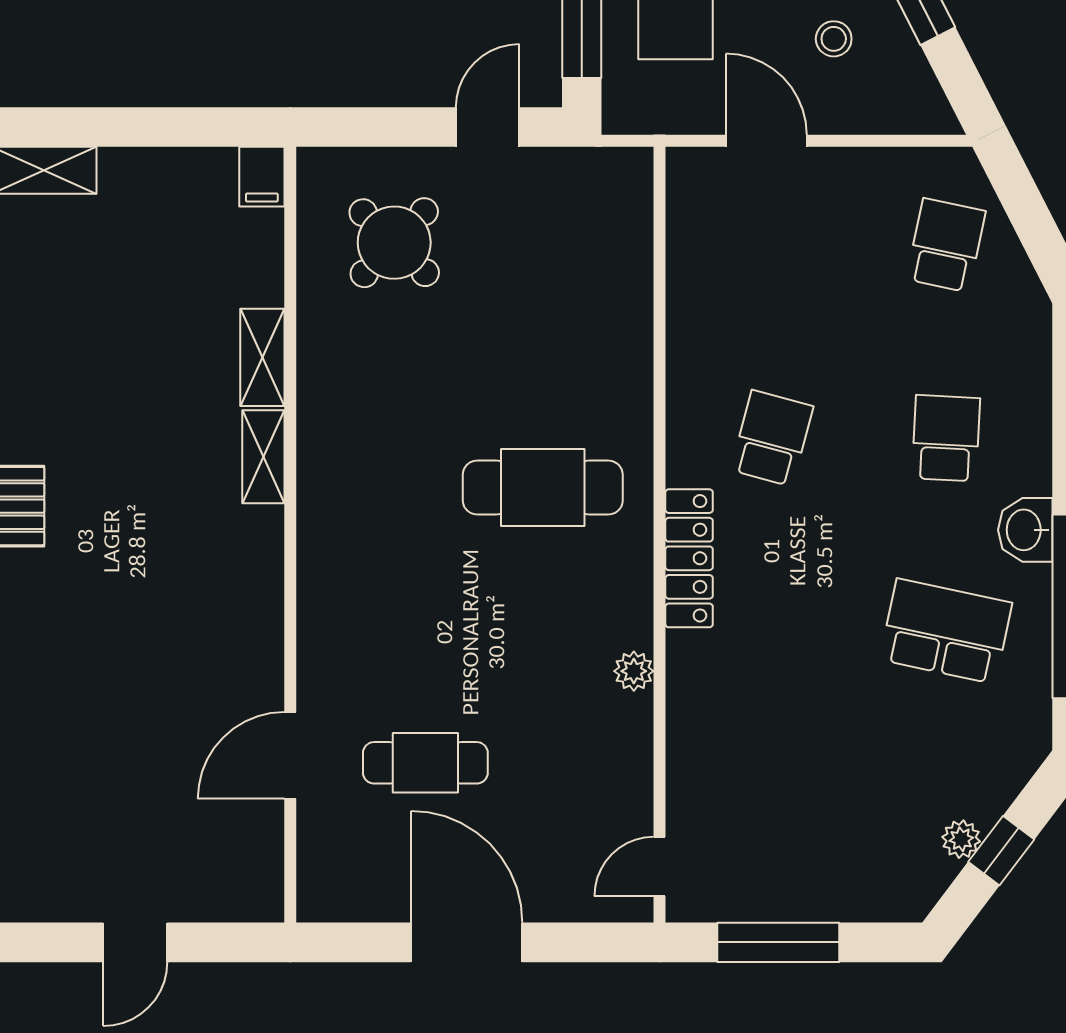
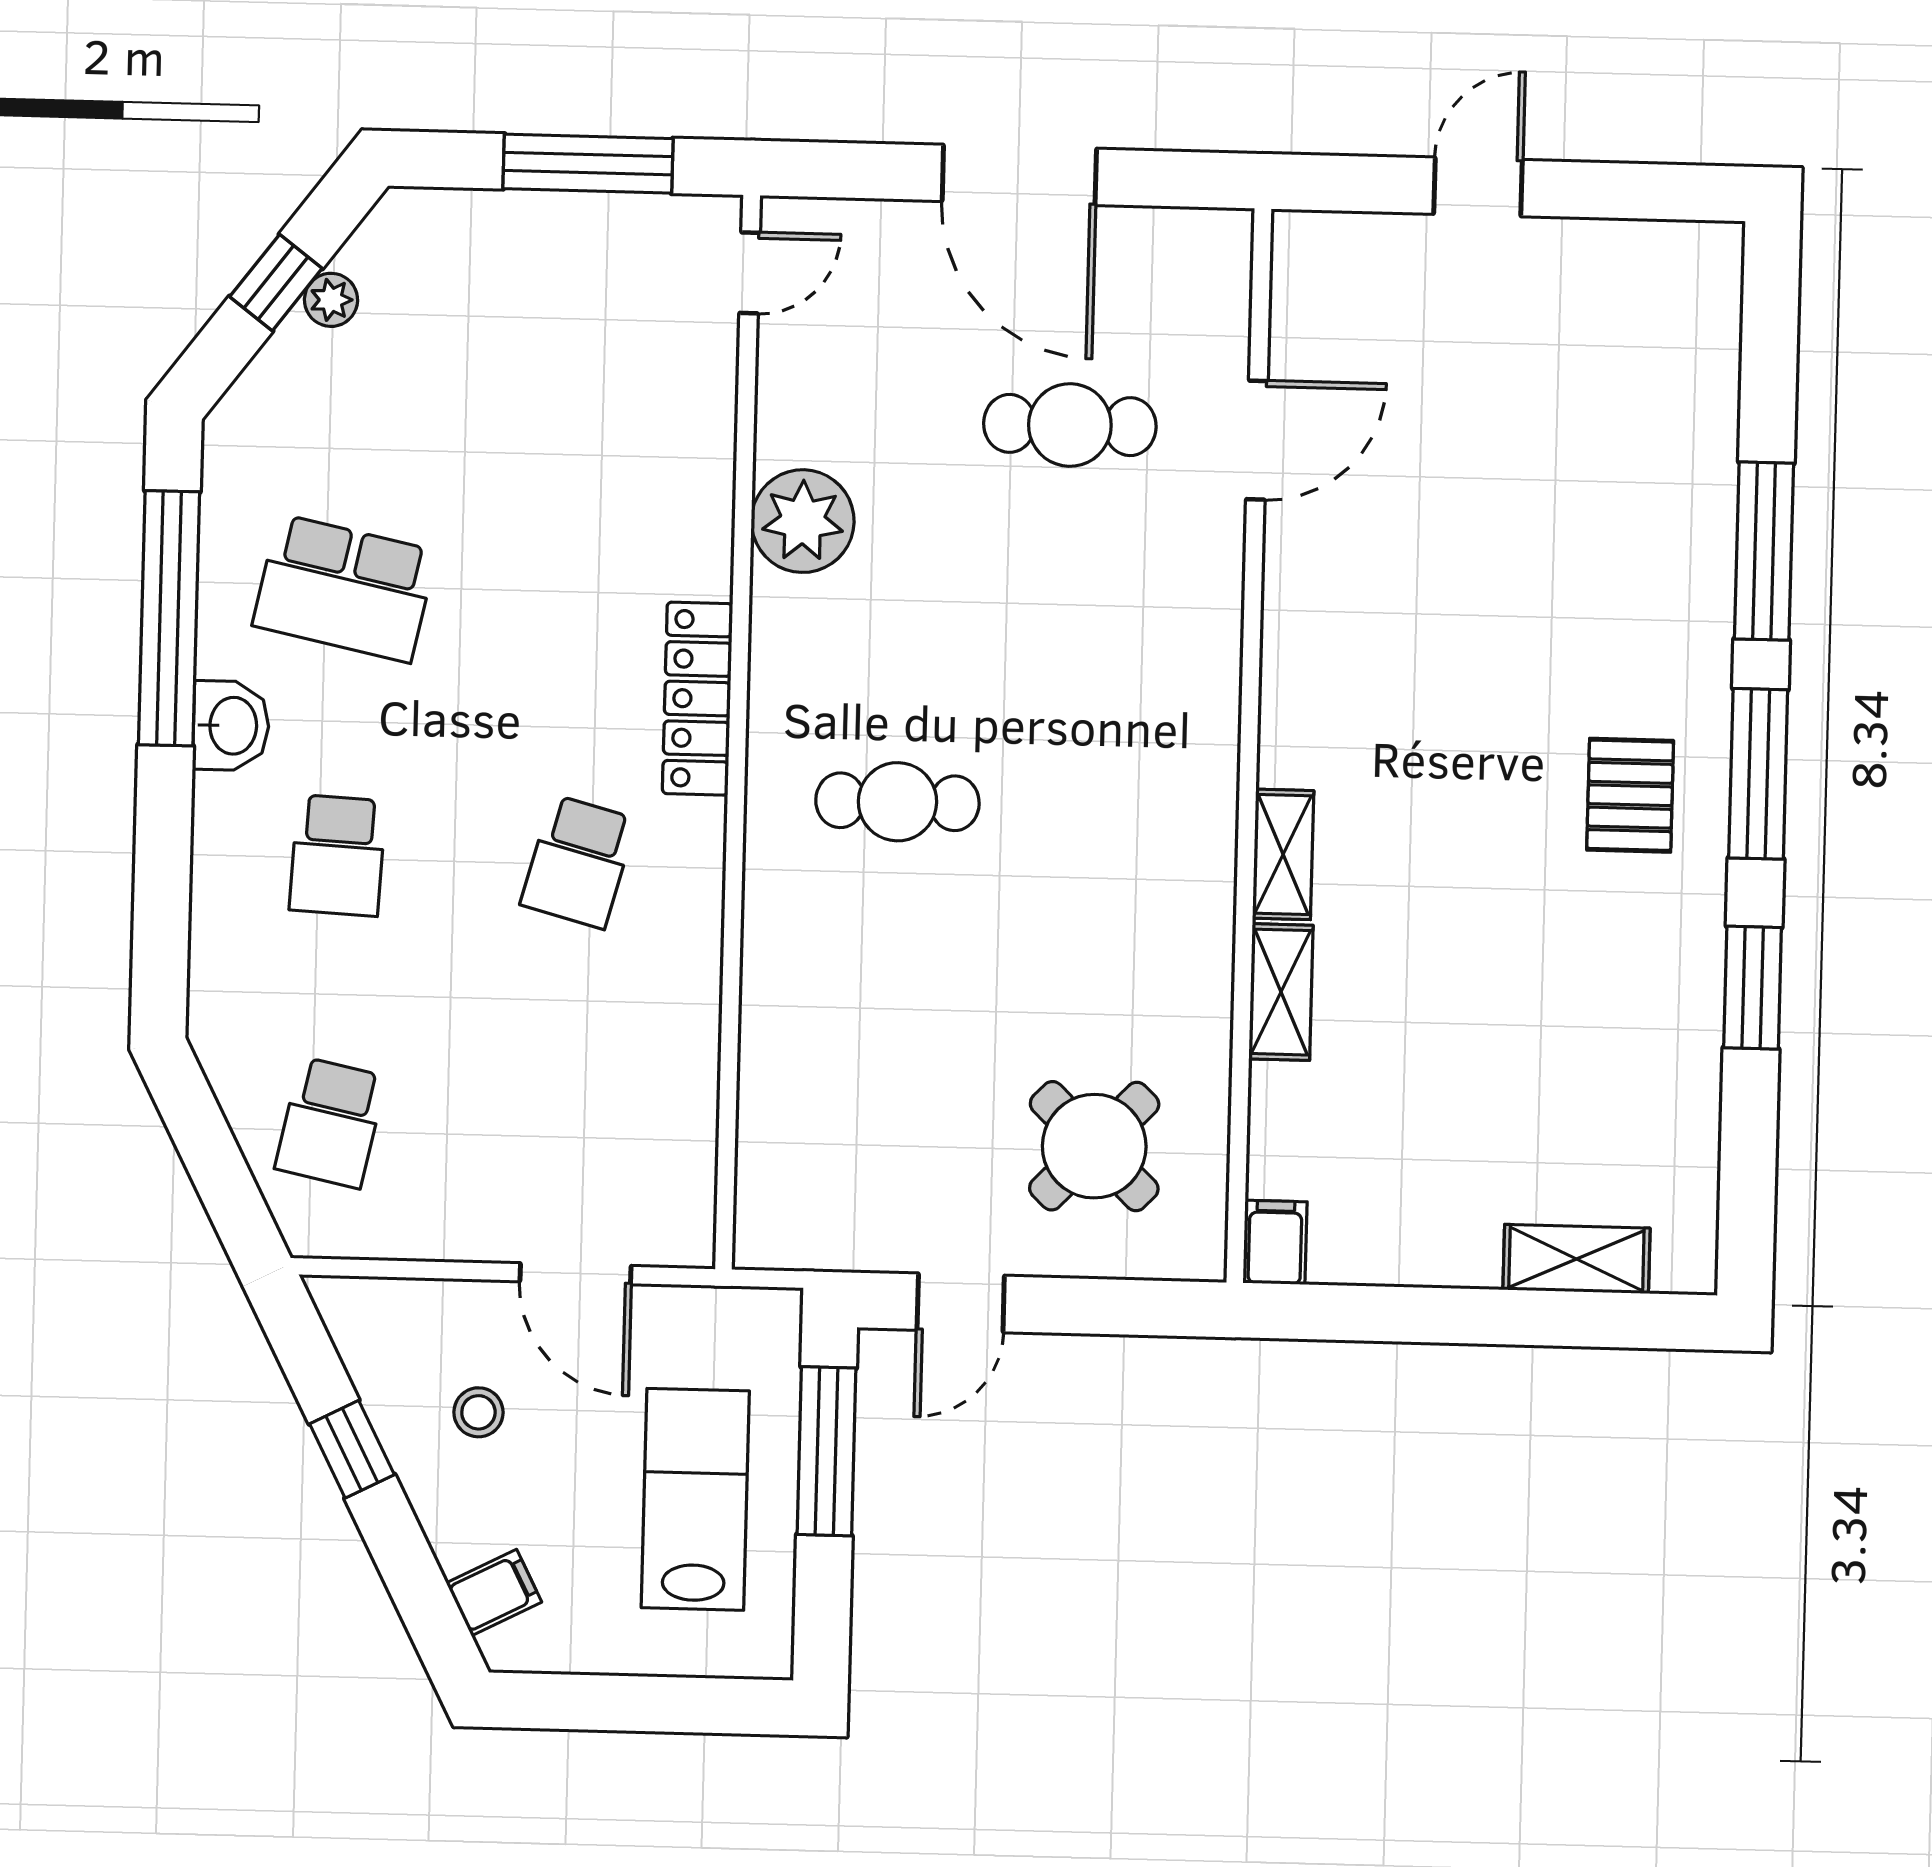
cafe table: (543, 488) -> (897, 802), width x0.73, depth x0.74
plant: (634, 671) -> (803, 521), width x1.87, depth x1.87

